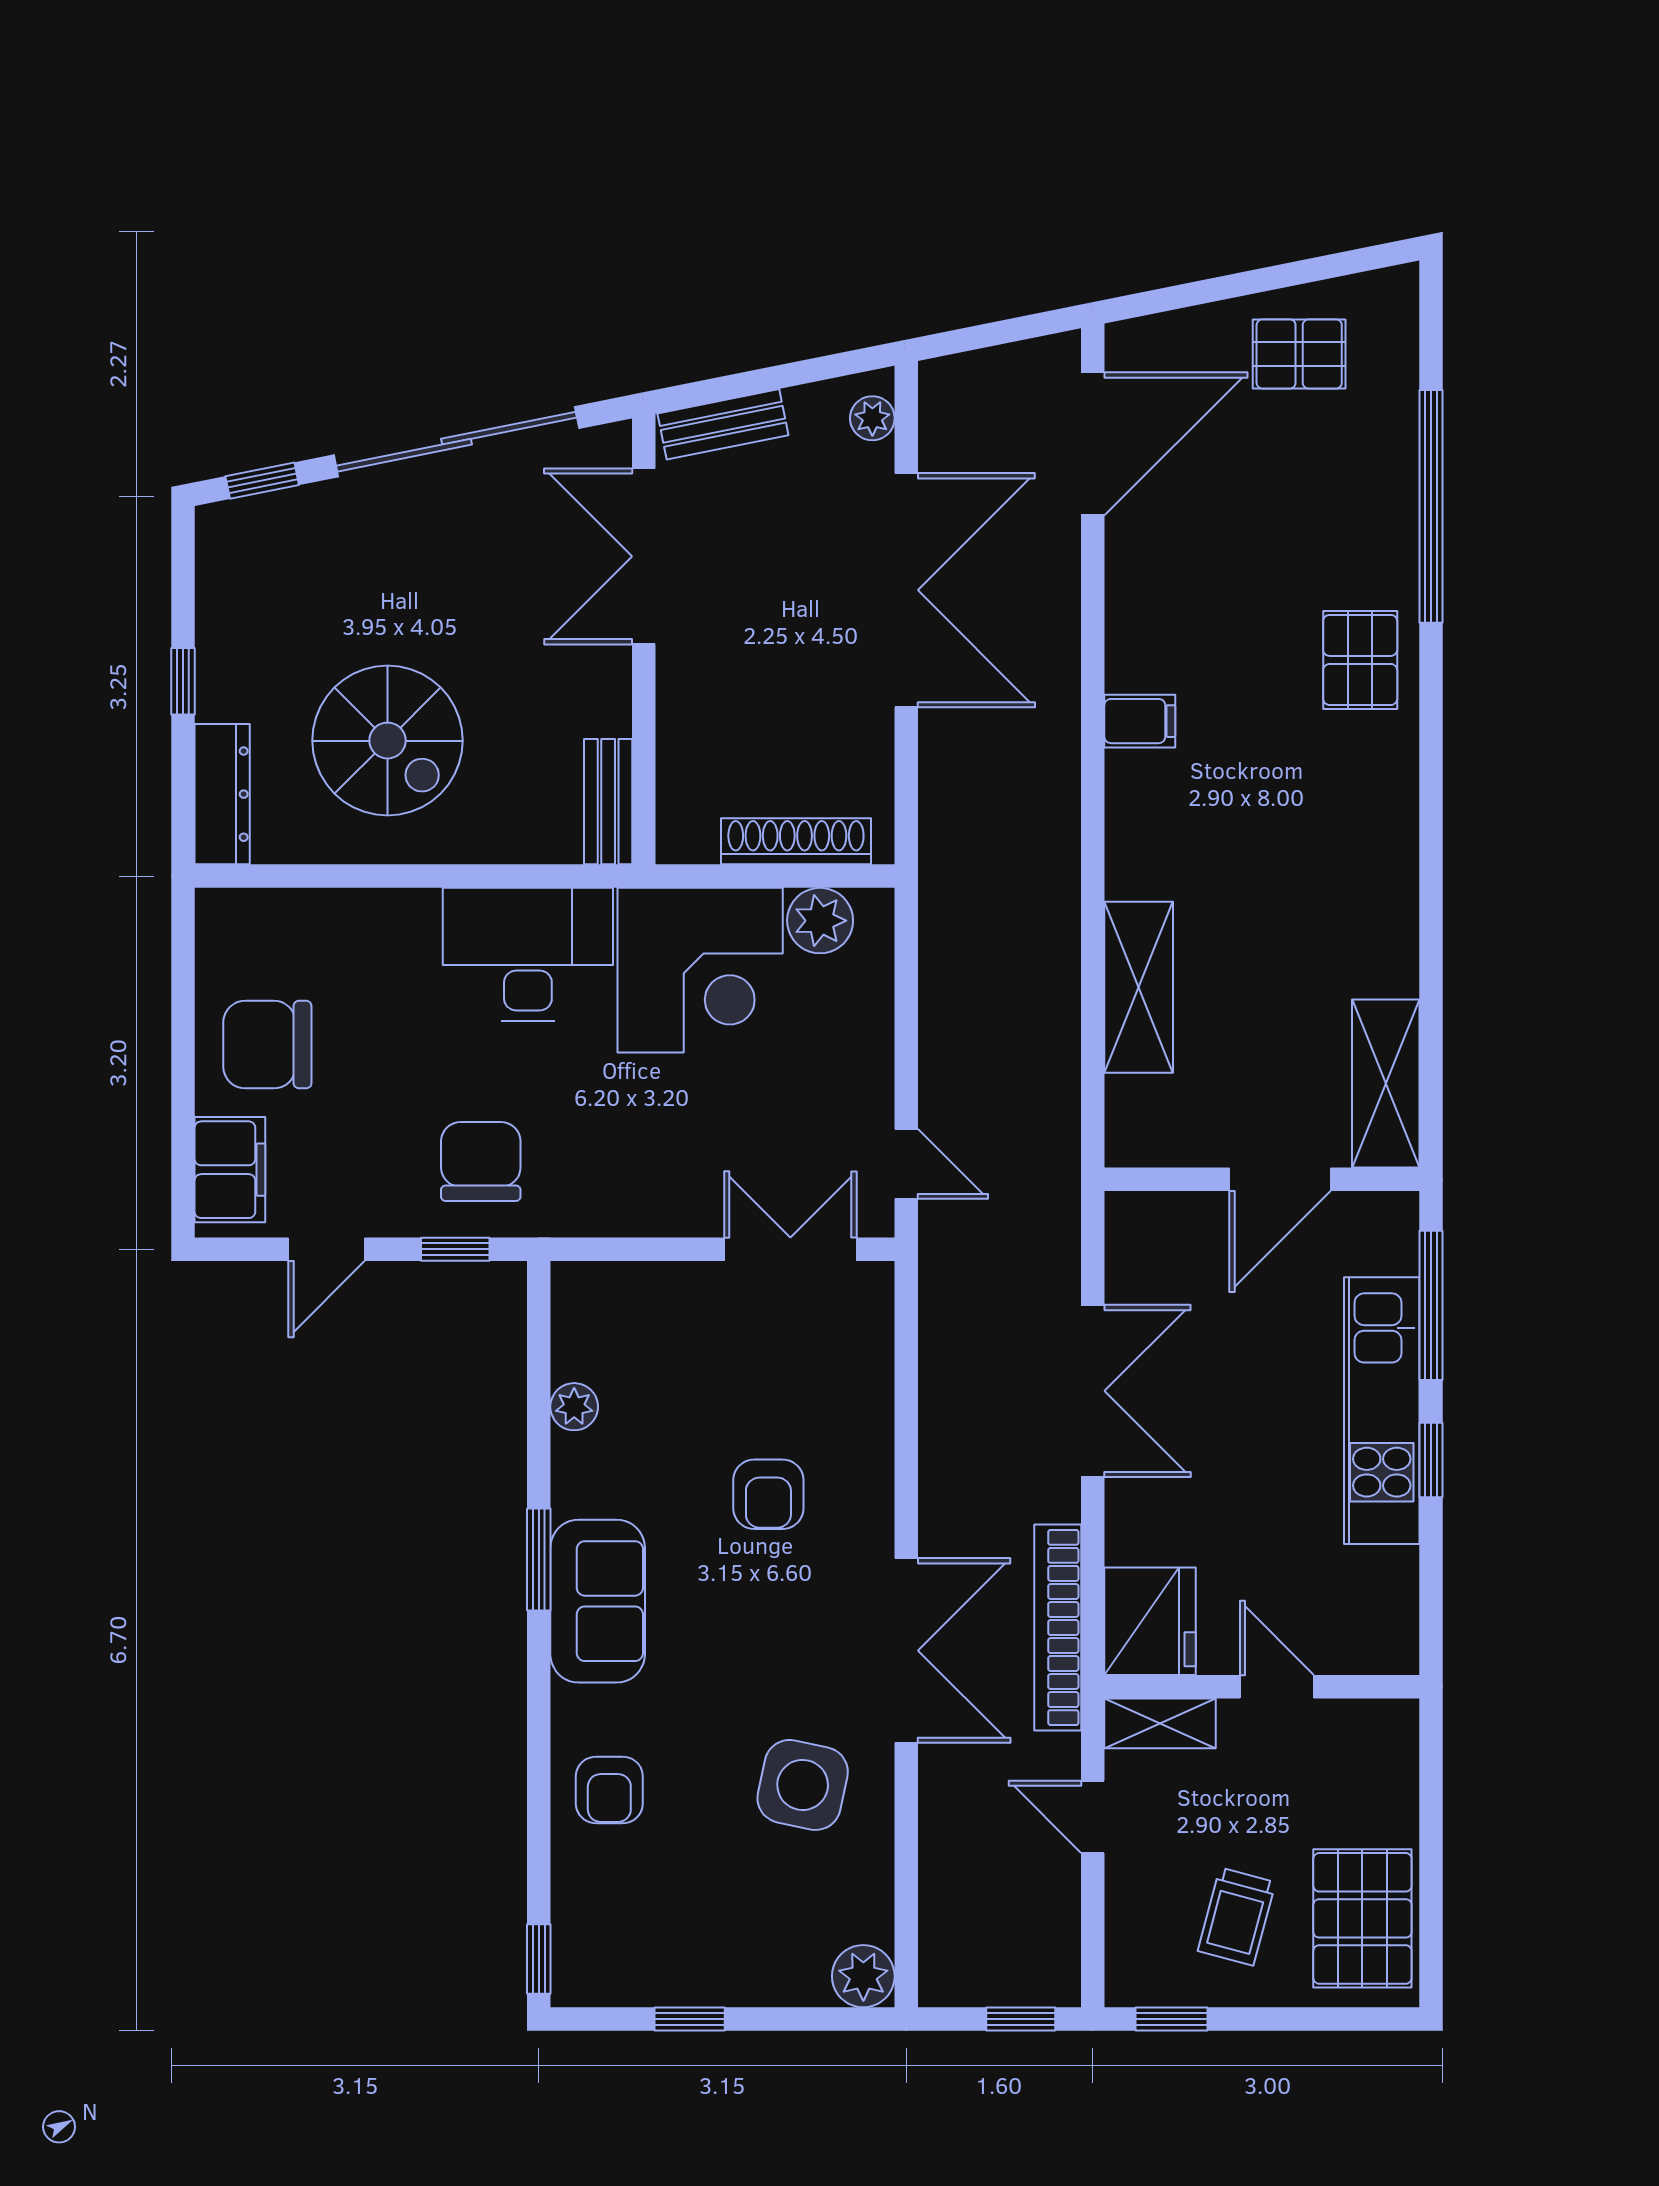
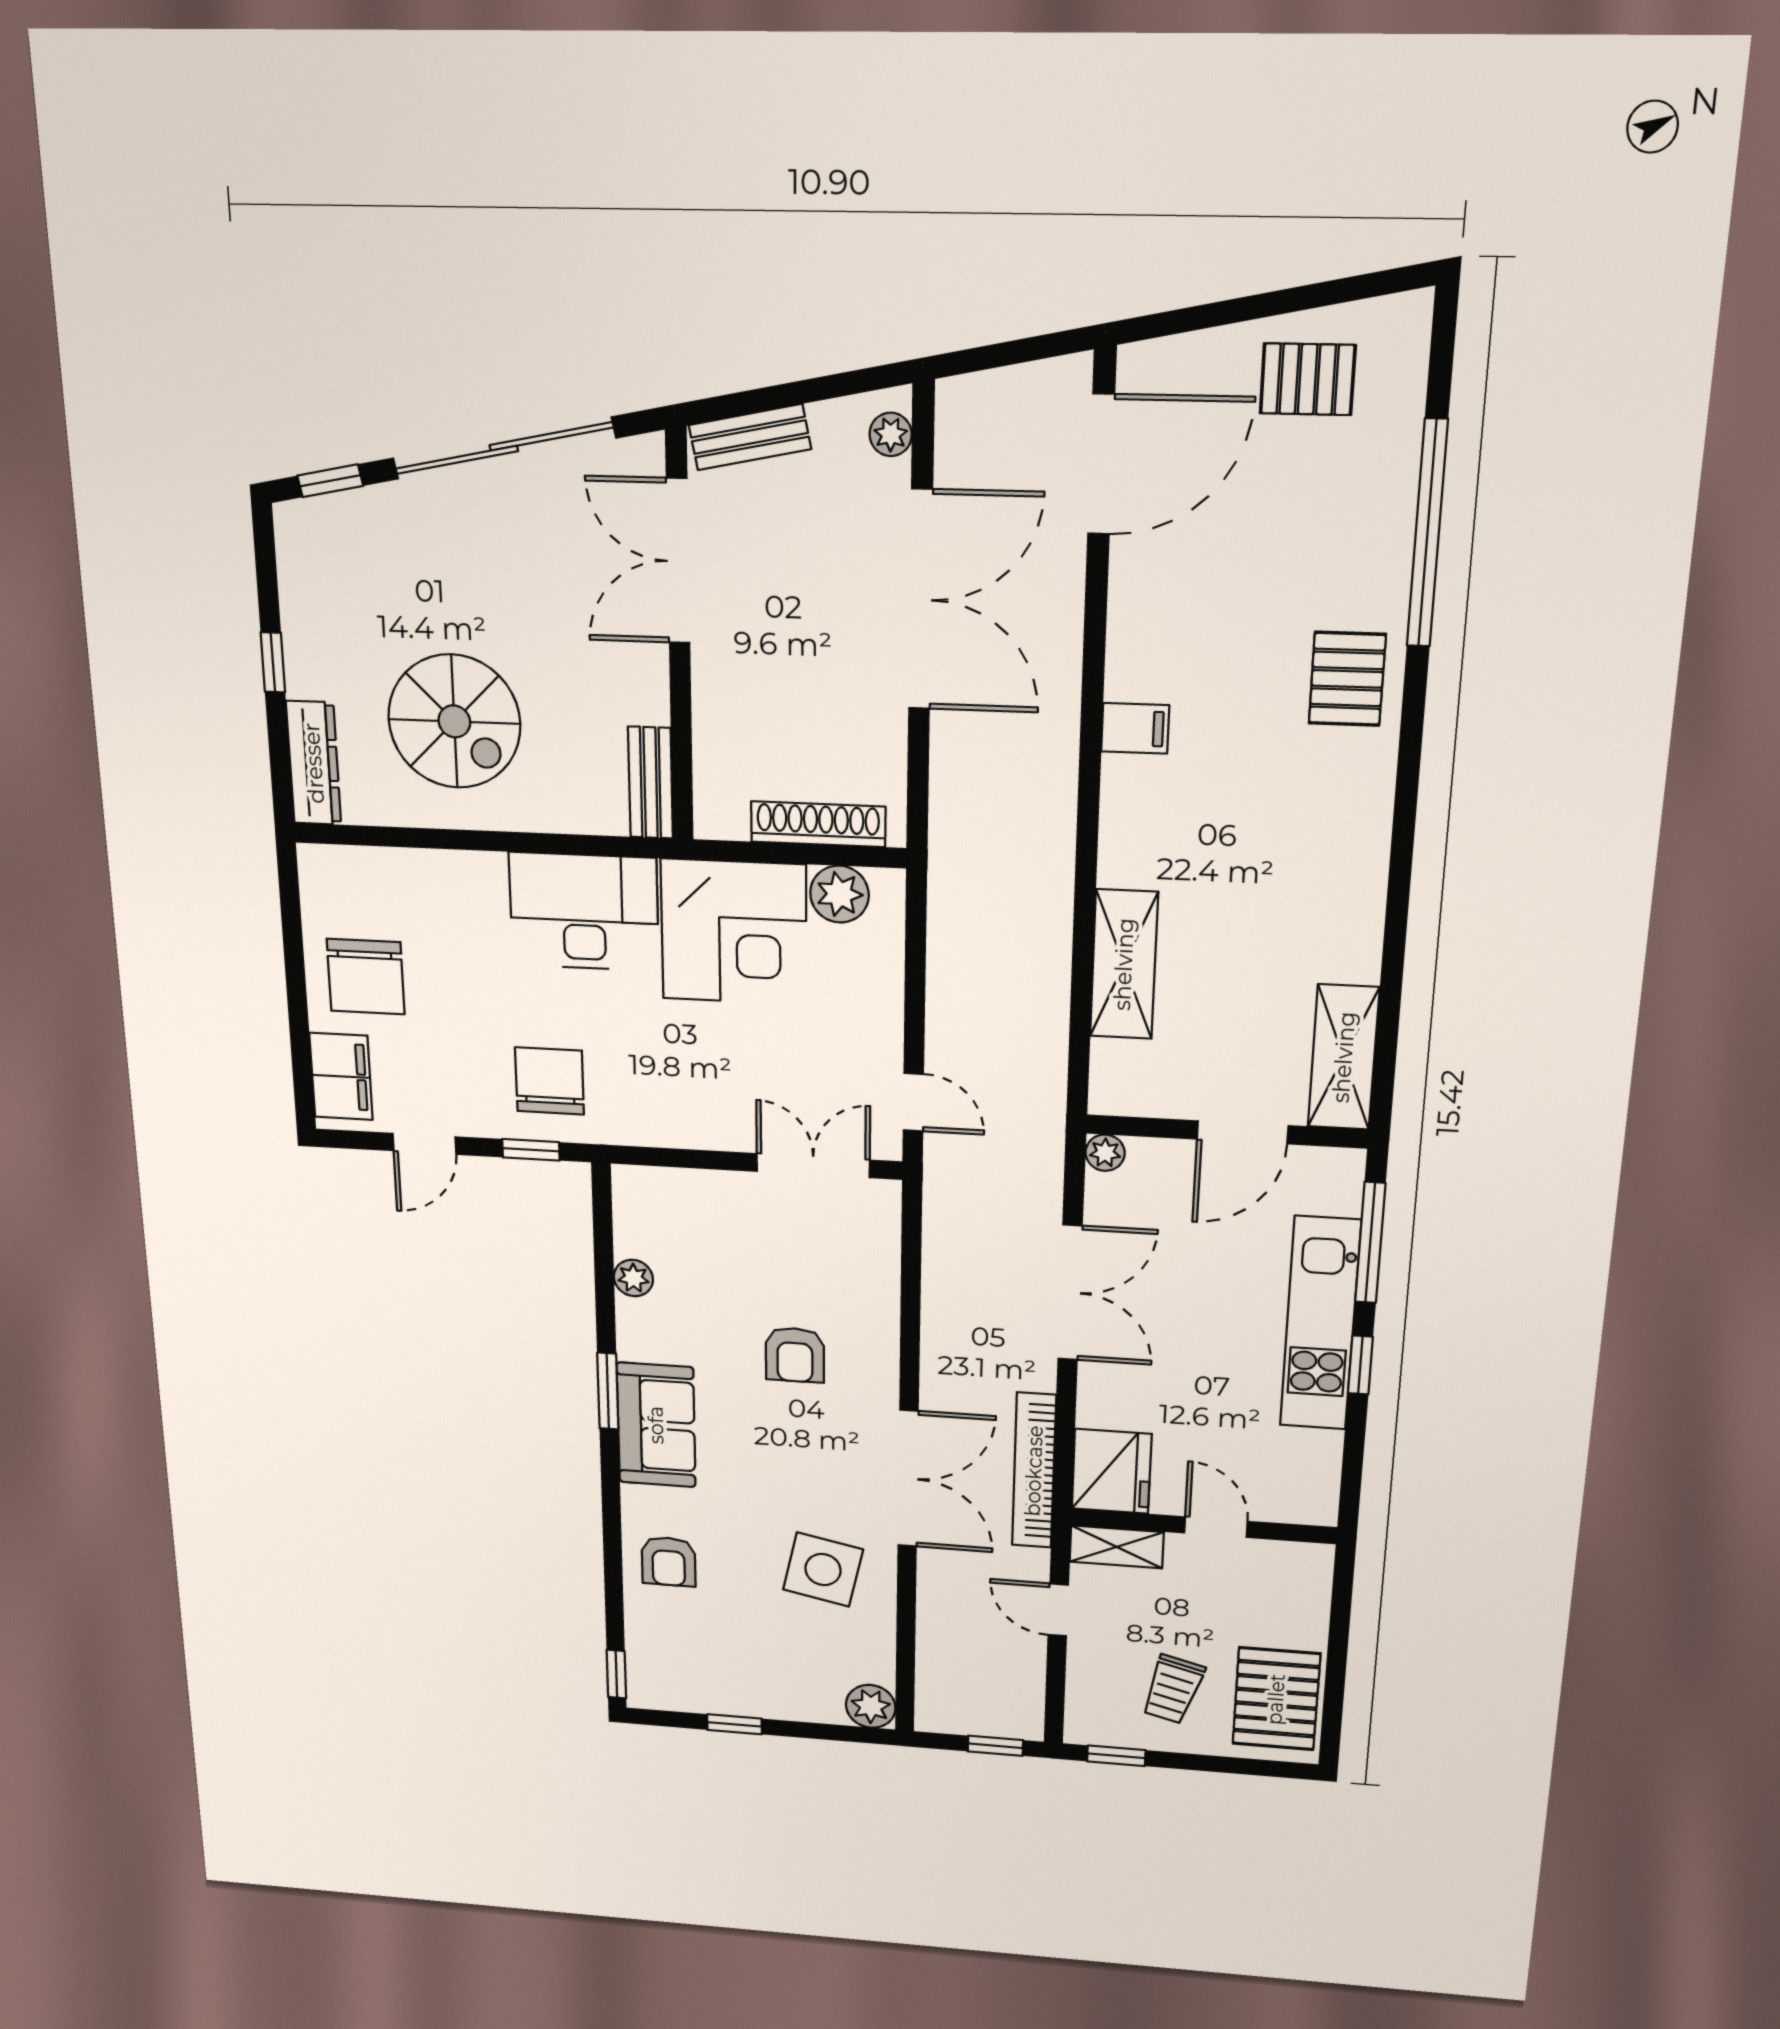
chair: (267, 1045) -> (366, 977), turned -90
plant: (1127, 1213) -> (1105, 1153), added

